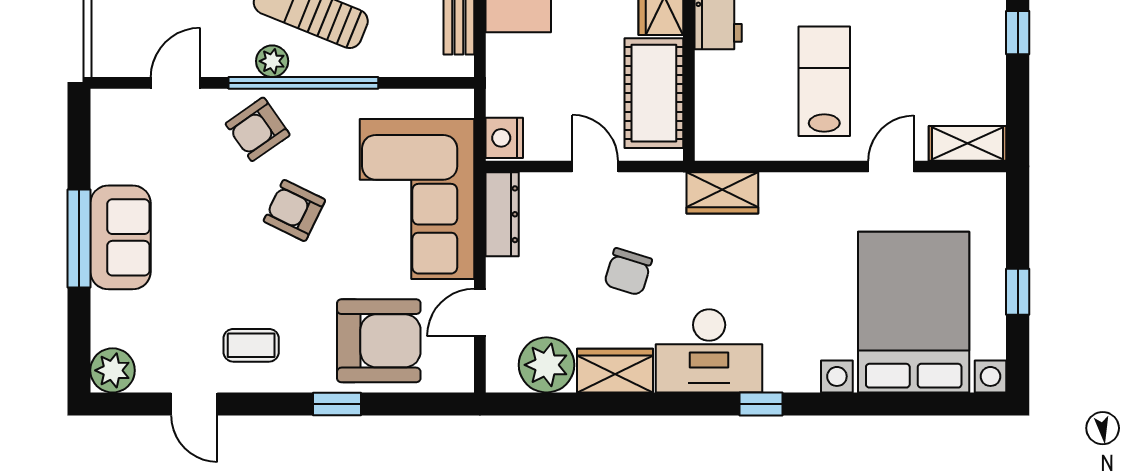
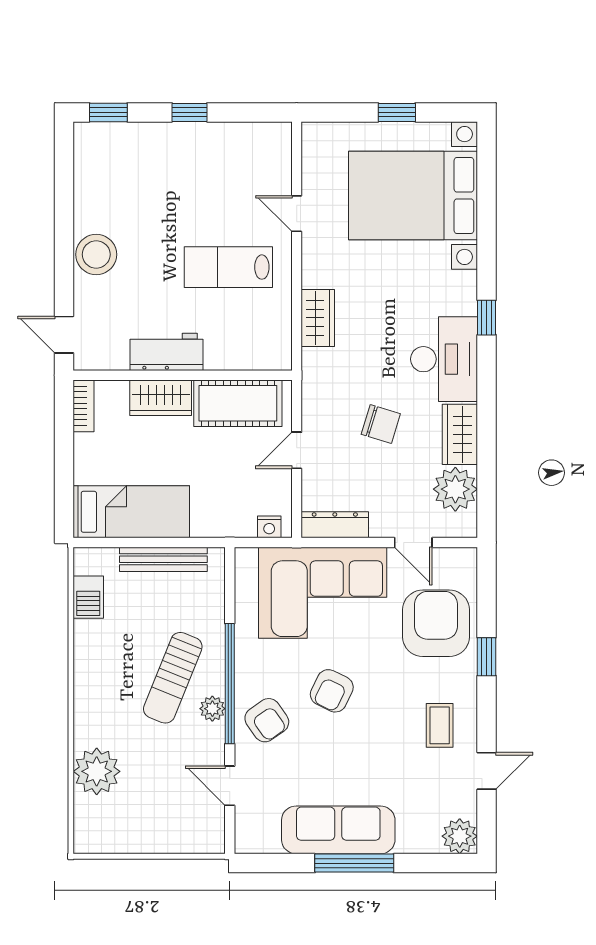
nightstand: (504, 138) -> (269, 527), width x0.72, depth x0.74
shelving: (968, 143) -> (278, 152), removed
wardrobe: (722, 193) -> (318, 318), moved
sofa: (120, 237) -> (338, 830), width x1.36

